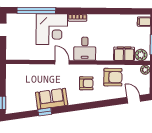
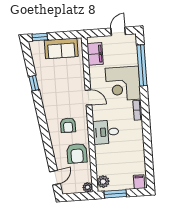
desk: (85, 49) -> (106, 132), moved
filing cabinet: (124, 54) -> (95, 54), moved
door: (62, 62) -> (88, 97), hinge flipped
sofa: (52, 99) -> (61, 48), moved, turned 99

